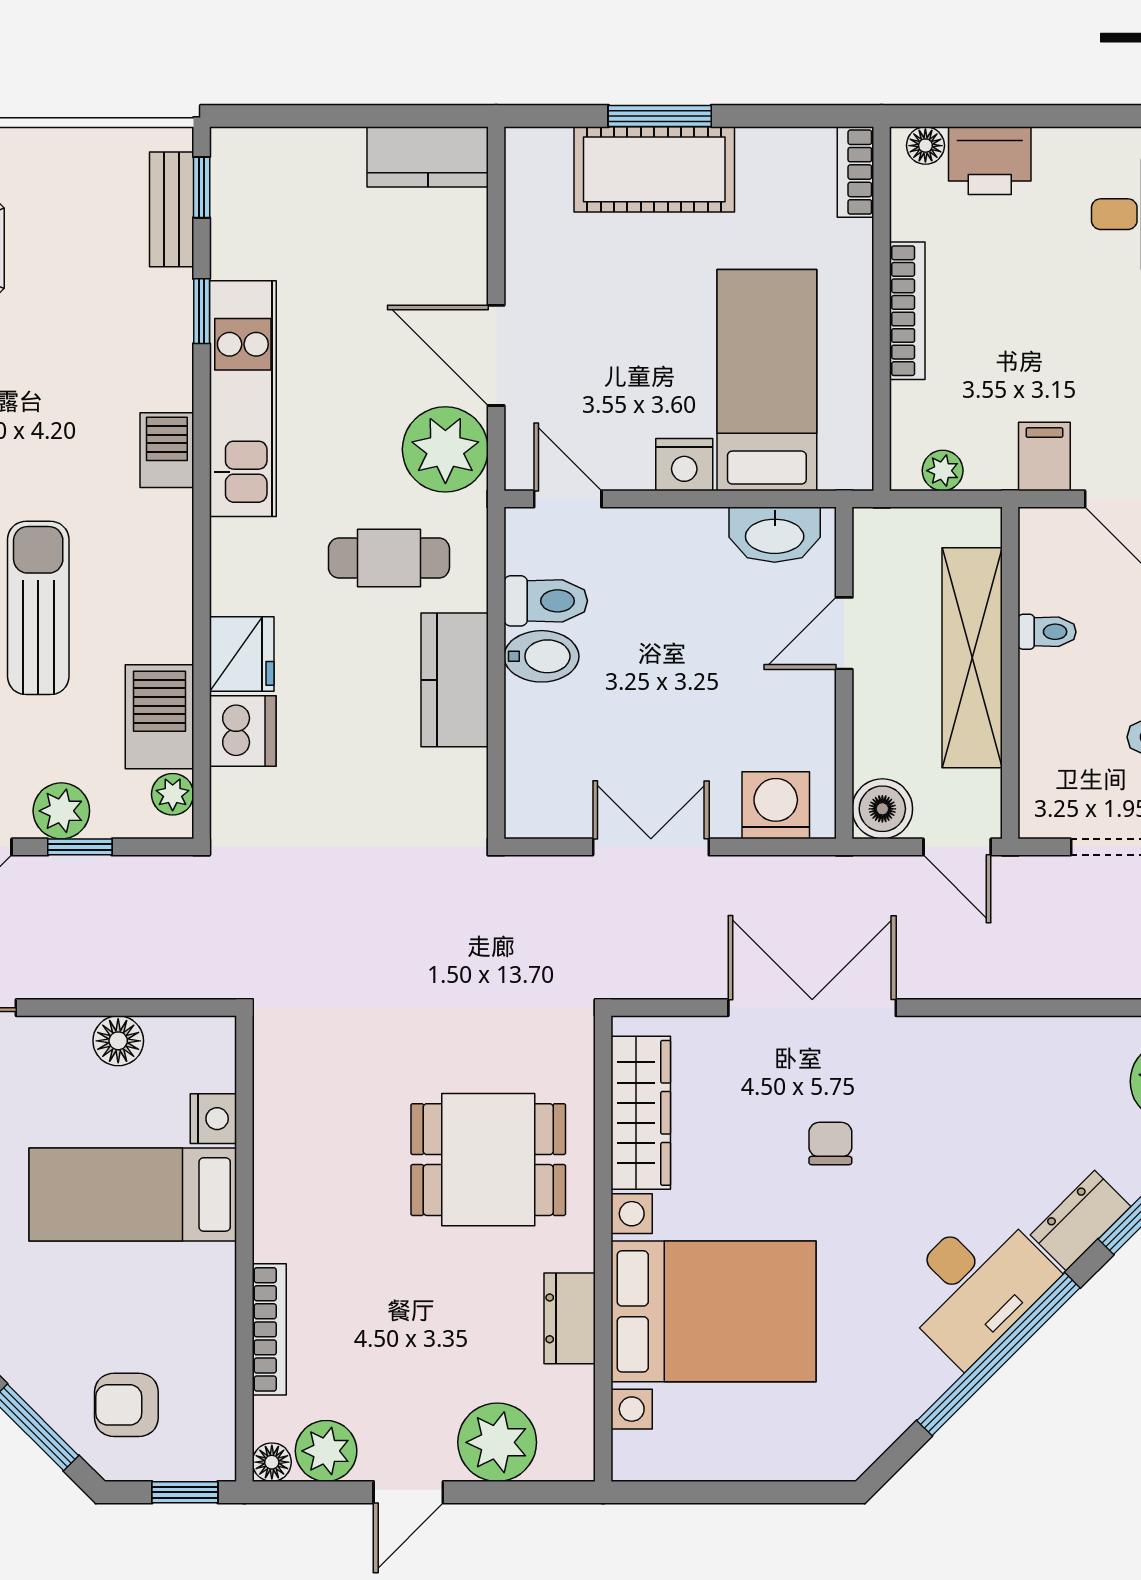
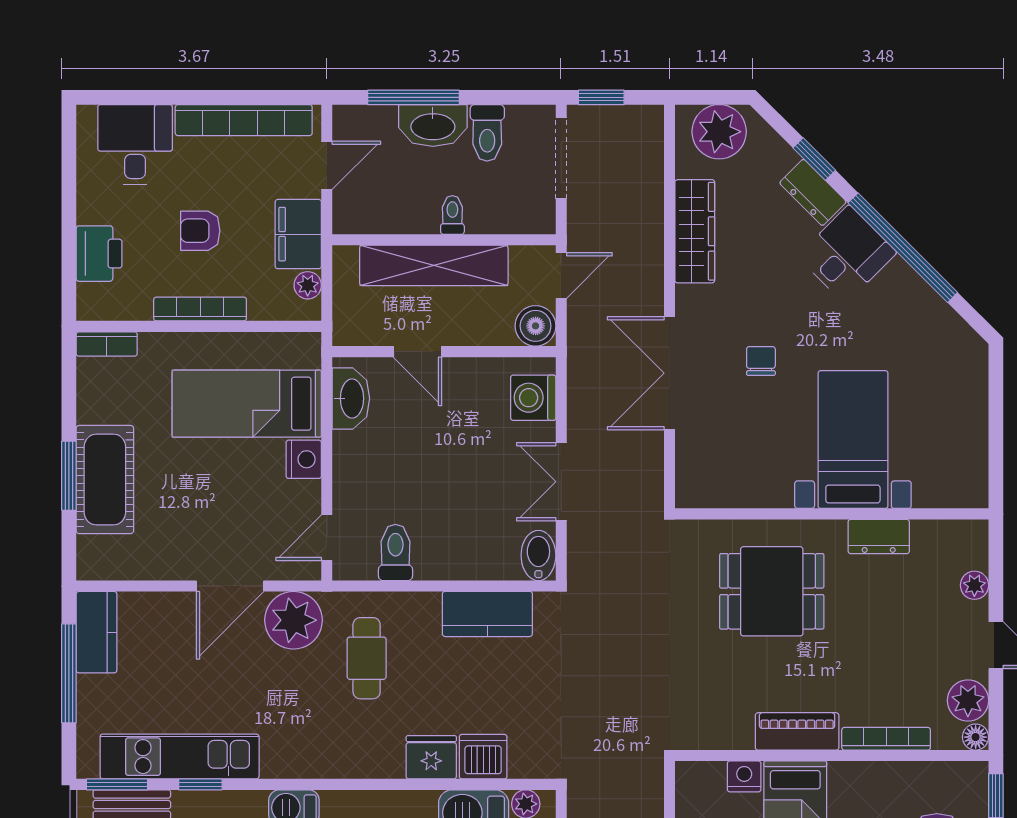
window: (366, 116) -> (69, 673), added
floor lamp: (925, 146) -> (89, 297), removed
window: (202, 187) -> (117, 784), width x1.50
armchair: (1024, 311) -> (200, 231), added
kitchen unit: (243, 399) -> (180, 757), moved
filing cabinet: (1044, 457) -> (298, 234), width x2.00
toilet: (1047, 632) -> (452, 215), moved
bidet: (541, 656) -> (538, 555), moved
kitchen counter: (455, 680) -> (487, 614), moved
wardrobe: (641, 1113) -> (695, 231), moved, turned 90
chair: (830, 1143) -> (761, 361), turned 90
dining table: (488, 1160) -> (772, 591), turned 90
piano: (280, 1197) -> (797, 731), added
desk: (975, 1285) -> (847, 254), width x0.73
bed with nightstands: (714, 1311) -> (853, 440), width x0.73
plant: (497, 1442) -> (974, 585), width x0.53, depth x0.53

